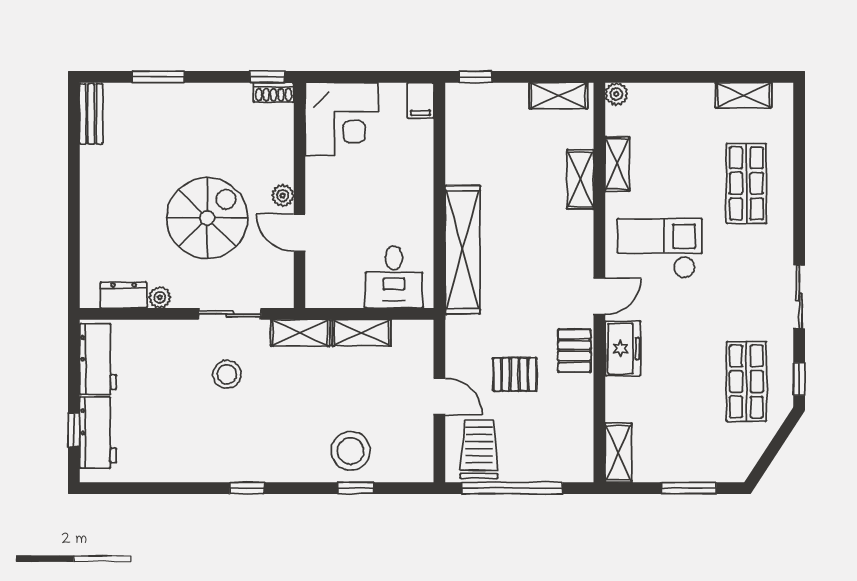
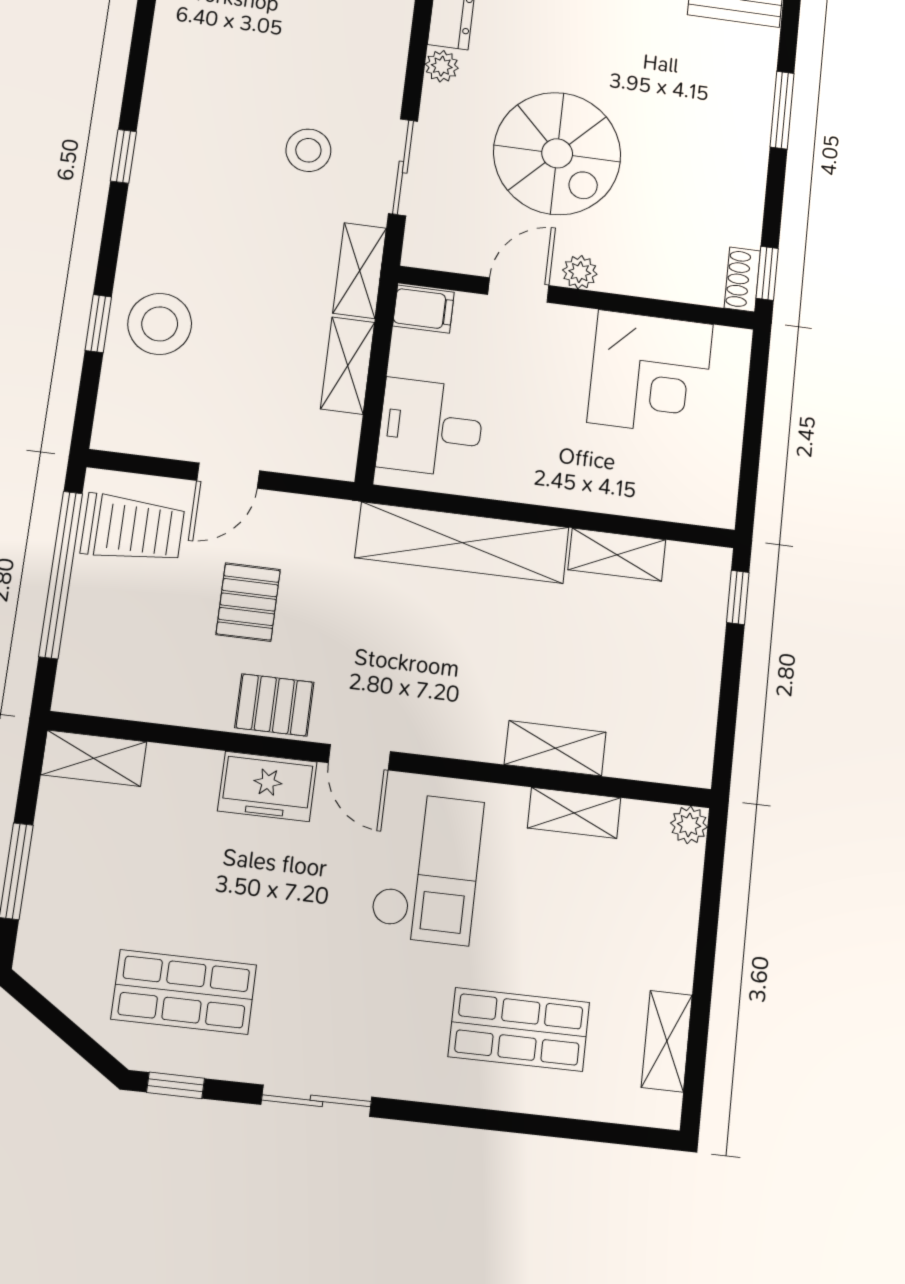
shelving: (558, 96) -> (617, 555), moved, turned 90
filing cabinet: (420, 100) -> (423, 309), moved, turned 180
corner desk: (342, 119) -> (650, 373), moved, turned -90

